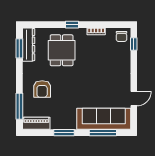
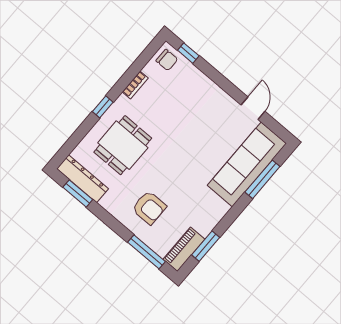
dining table: (62, 50) -> (123, 145), turned 90
window: (64, 133) -> (206, 246), moved

